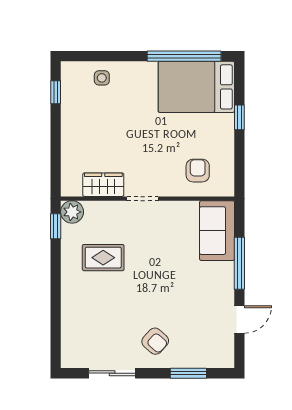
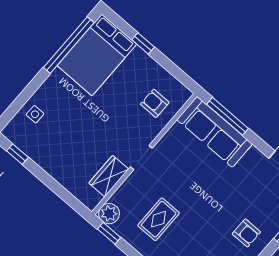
sofa: (217, 231) -> (215, 132), width x1.36
window: (239, 263) -> (228, 116), moved
armchair: (155, 341) -> (246, 233), turned 48

